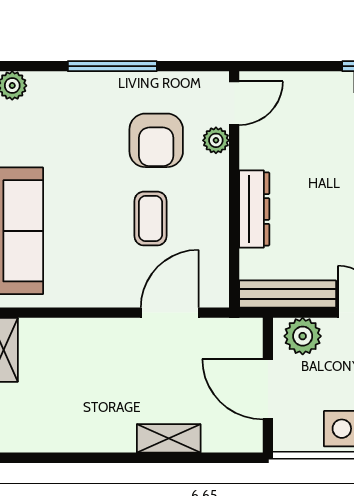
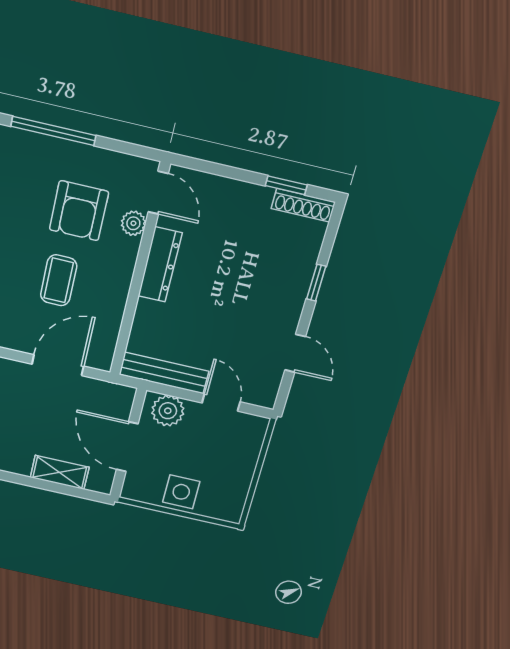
door: (234, 103) -> (158, 193), hinge flipped
dresser: (254, 209) -> (160, 265), moved
shelving: (169, 438) -> (60, 472), moved

